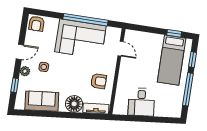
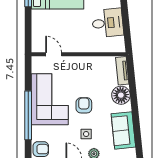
window: (85, 20) -> (28, 115), moved
door: (121, 49) -> (54, 54), hinge flipped
armchair: (99, 81) -> (84, 105), moved

